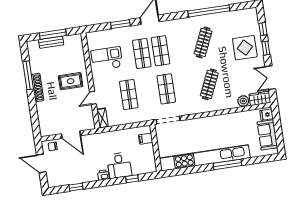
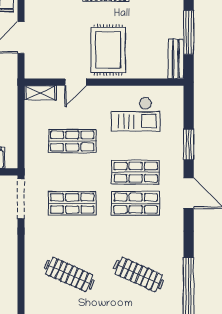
bench: (51, 42) -> (176, 59), moved
checkout: (107, 59) -> (136, 114), turned 90
rug: (71, 81) -> (108, 50), width x1.36, depth x1.43
door: (93, 98) -> (76, 82), swing flipped

